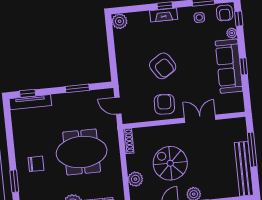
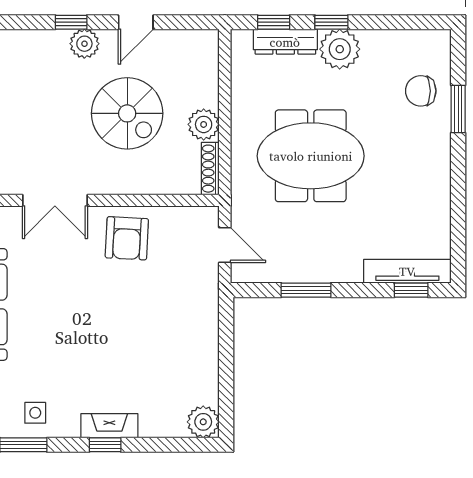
armchair: (163, 66) -> (122, 319), removed
chair: (36, 164) -> (421, 91), moved
plant: (135, 179) -> (204, 124), moved

